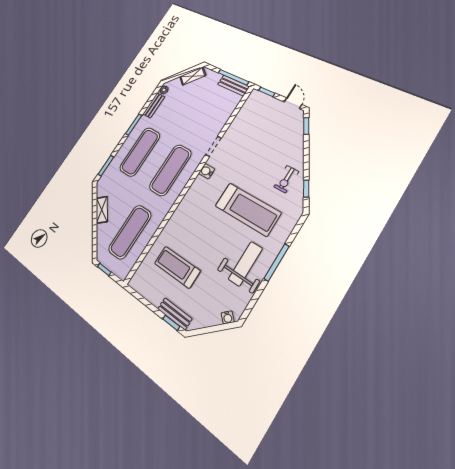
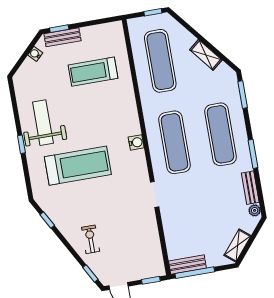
water cooler: (207, 171) -> (136, 142), moved
exercise bike: (286, 179) -> (91, 239), moved
treadmill: (248, 209) -> (78, 166), turned 180
window: (277, 262) -> (21, 144), width x0.46
weight bench: (245, 264) -> (43, 123), turned 180
treadmill: (177, 267) -> (93, 72), turned 180
water cooler: (228, 317) -> (35, 54), moved

